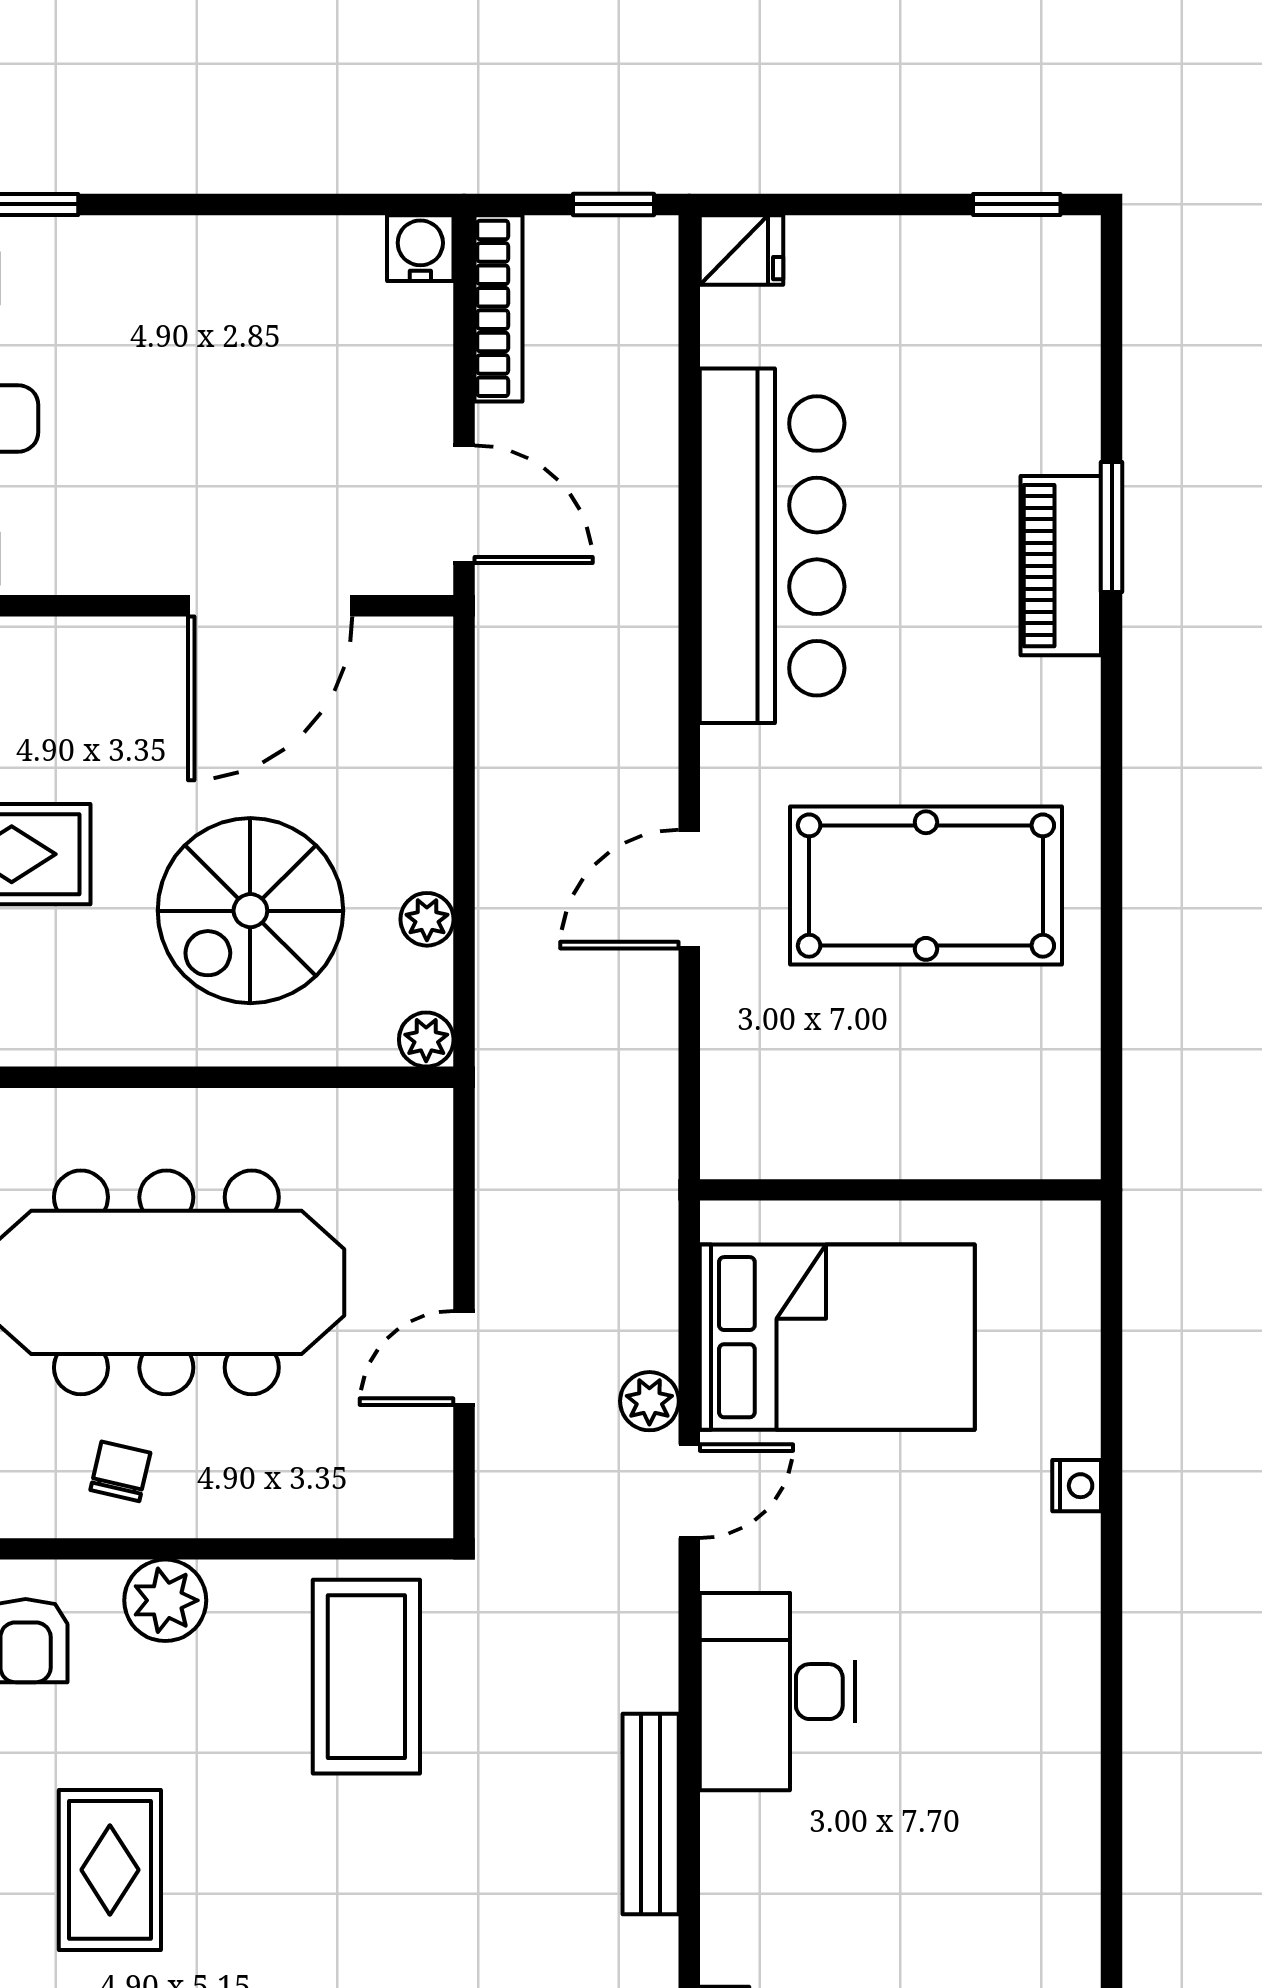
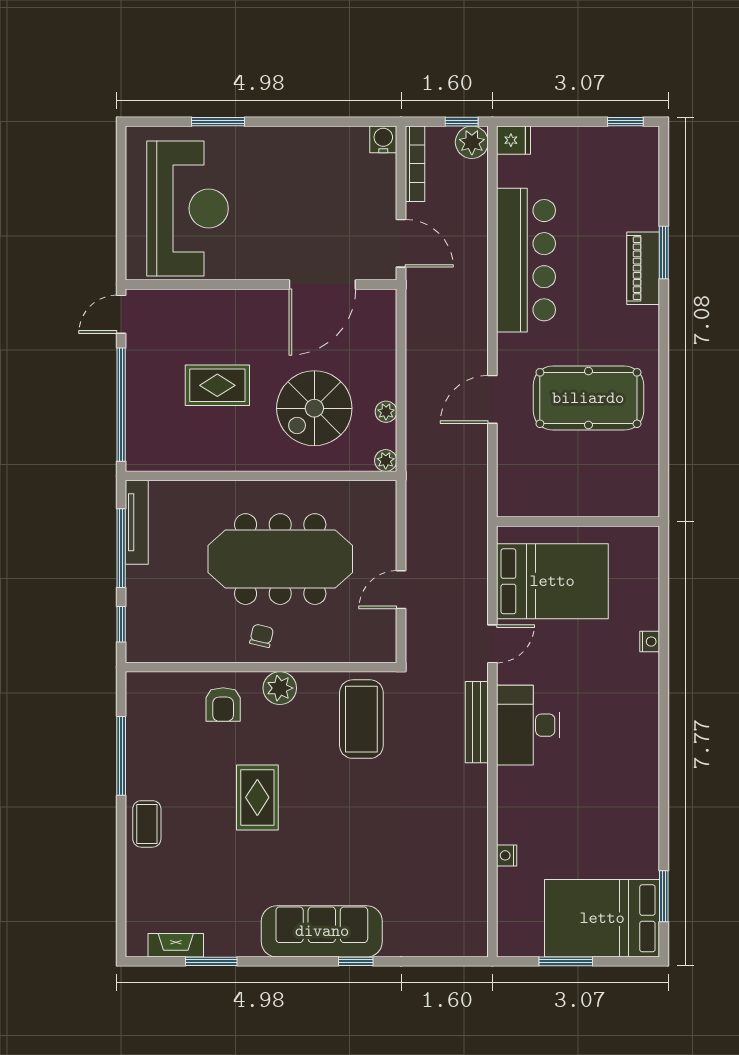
plant: (649, 1401) -> (472, 142), moved, width x1.38, depth x1.38
bench: (651, 1814) -> (477, 722), moved

